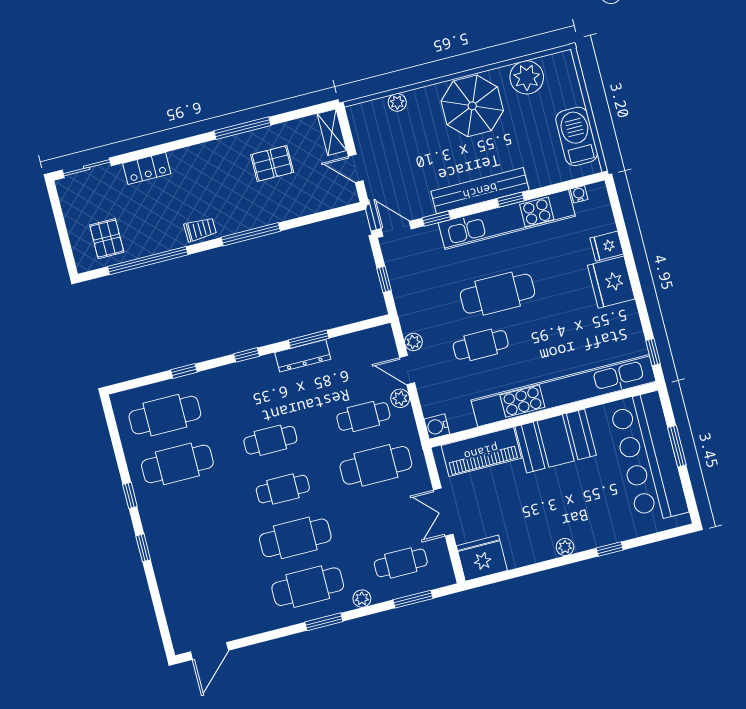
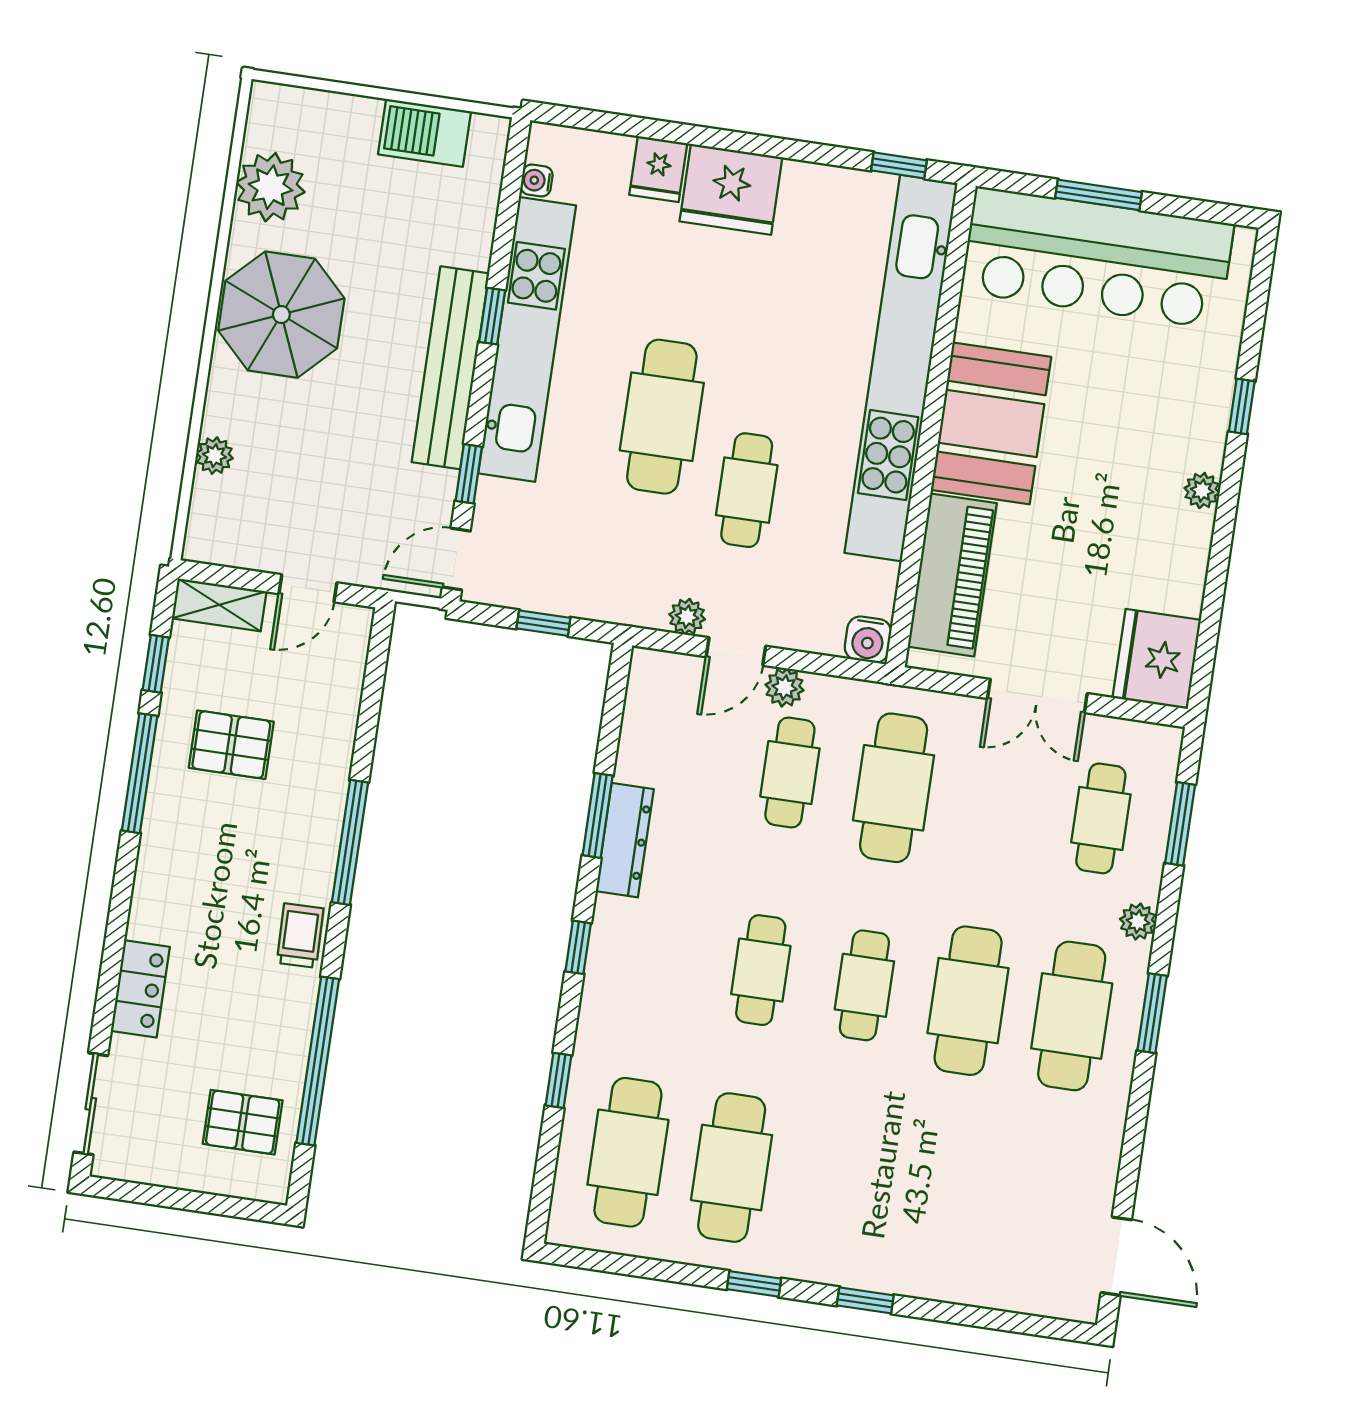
window: (294, 115) -> (156, 664), added
barbecue: (577, 136) -> (425, 133), width x0.73, depth x0.83
pallet: (272, 163) -> (231, 745), turned 90

